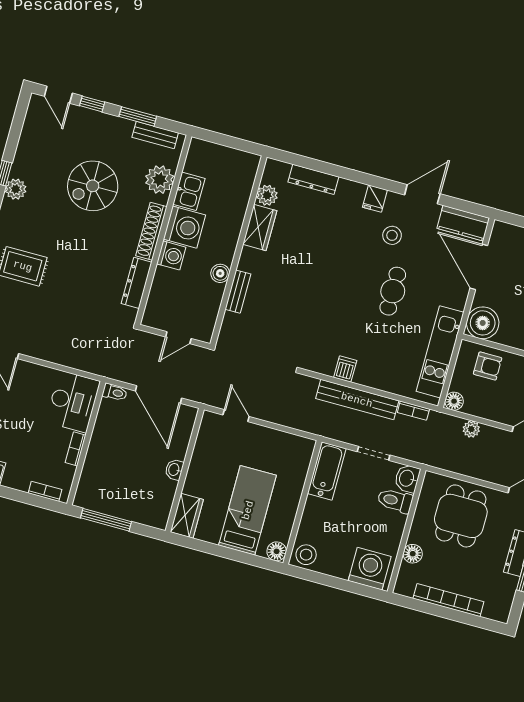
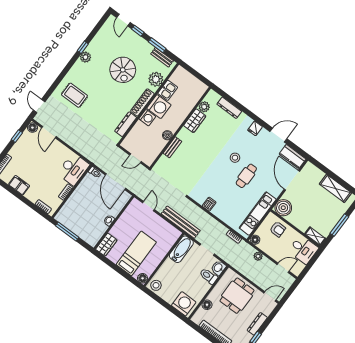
spiral stairs: (93, 186) -> (123, 70), turned -90
stool: (392, 235) -> (235, 158), moved
bench: (357, 400) -> (181, 222), moved

